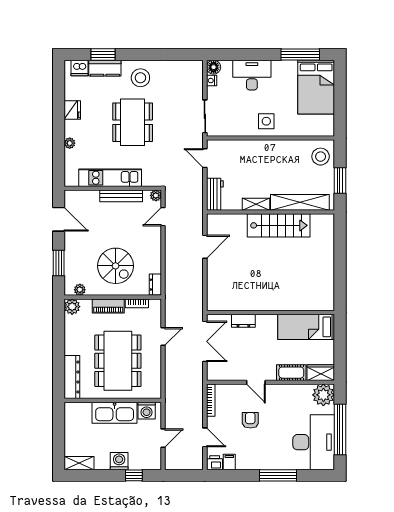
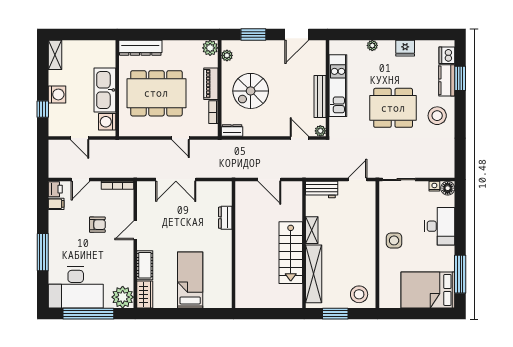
wall: (270, 312) -> (233, 245), moved
dresser: (243, 321) -> (225, 218), moved

